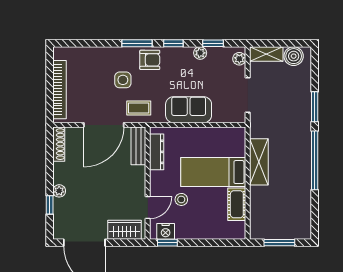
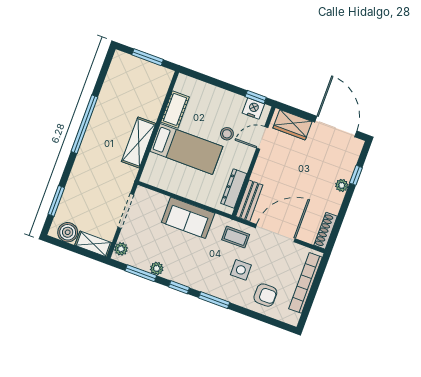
window: (213, 43) -> (141, 273), width x1.50
armchair: (150, 60) -> (265, 295), moved, turned 180
window: (315, 107) -> (56, 201), moved

